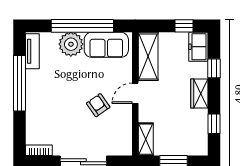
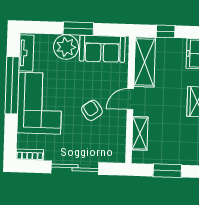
window: (82, 26) -> (78, 29), width x0.47
window: (184, 26) -> (166, 31), moved
corner sofa: (47, 100) -> (40, 103), added
shelving: (146, 139) -> (140, 133), moved

